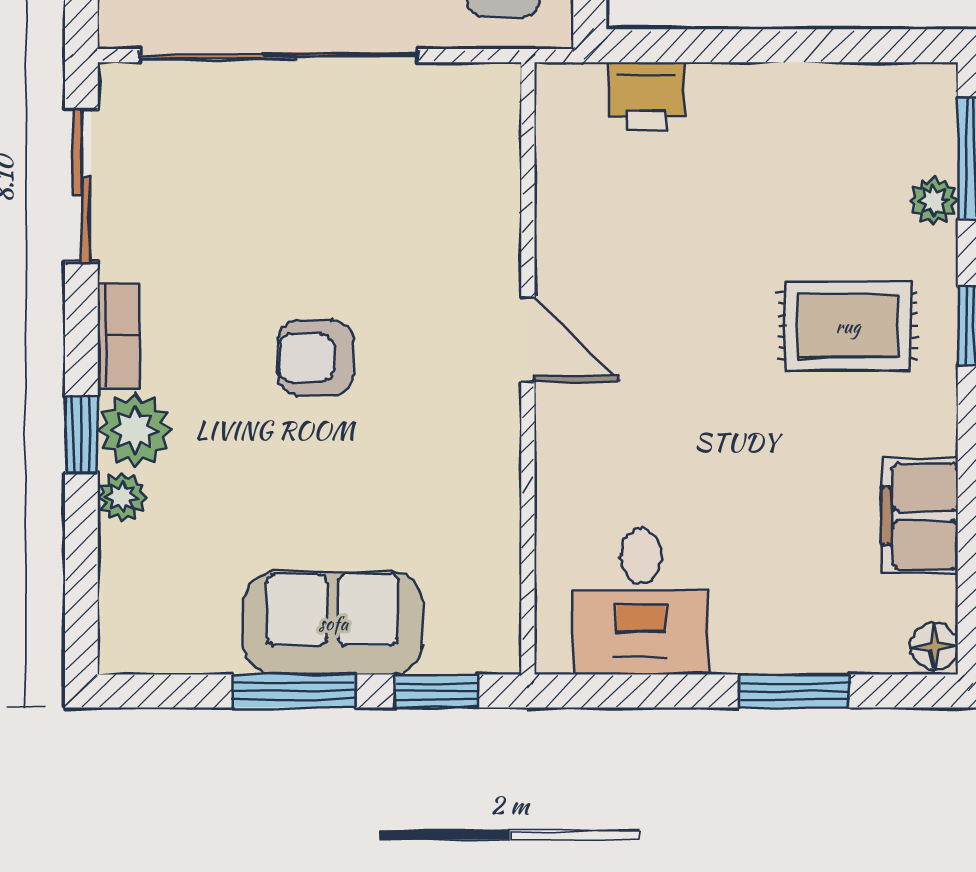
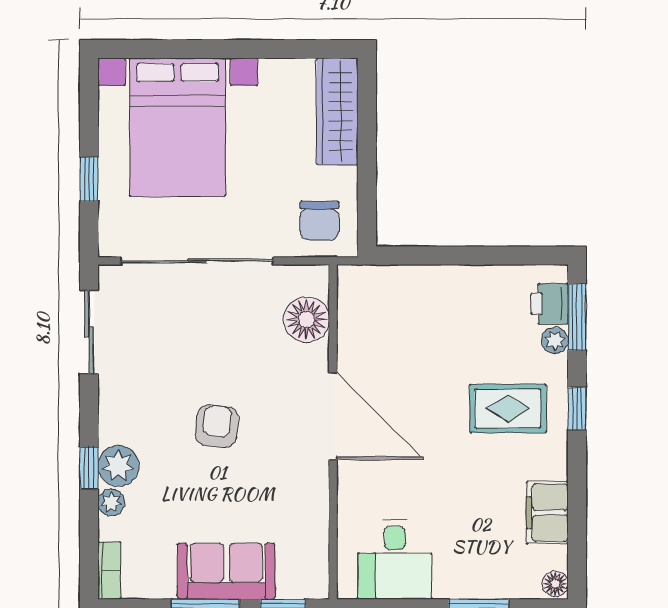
printer: (647, 96) -> (549, 304), moved, turned 90
floor lamp: (479, 163) -> (306, 319), added
bookcase: (119, 335) -> (109, 570), moved
door: (528, 340) -> (333, 416), width x1.87
armchair: (315, 358) -> (217, 426), turned 96

